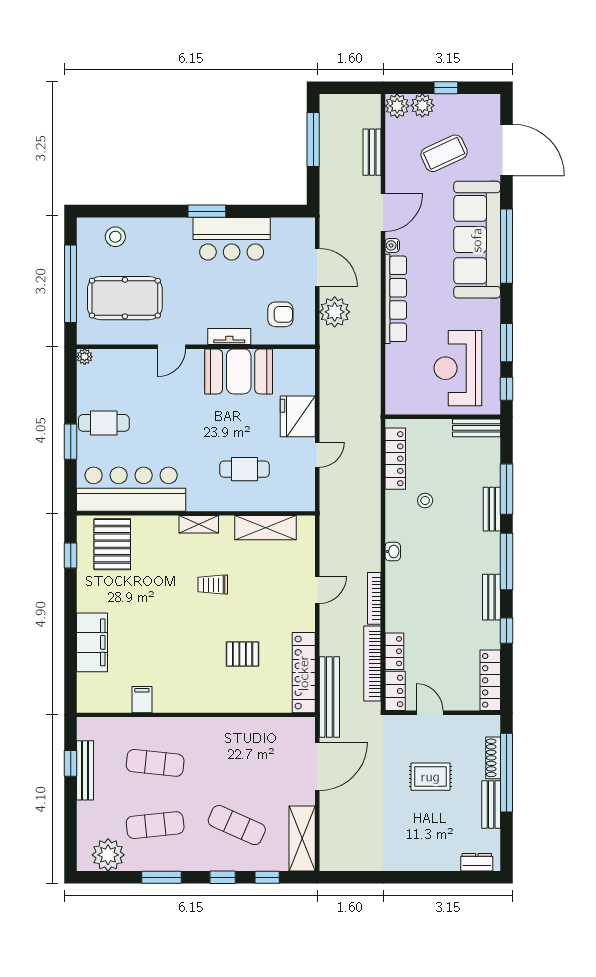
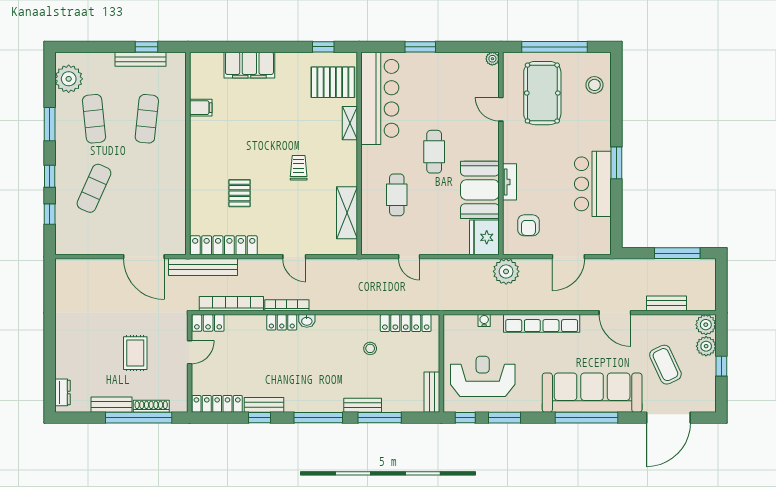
water cooler: (392, 245) -> (484, 320), moved
plant: (335, 312) -> (506, 271), moved
door: (172, 347) -> (501, 109), moved
fridge: (298, 416) -> (484, 237), moved, turned -90
cafe table: (104, 423) -> (434, 152), moved
shelving: (199, 524) -> (350, 123), moved
washbasin: (393, 551) -> (307, 321), moved
bench: (491, 597) -> (264, 405), moved
locker: (394, 651) -> (282, 322), moved
shelving: (302, 838) -> (83, 244), removed

